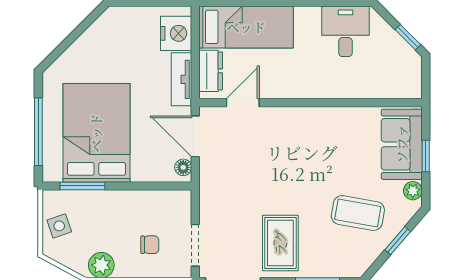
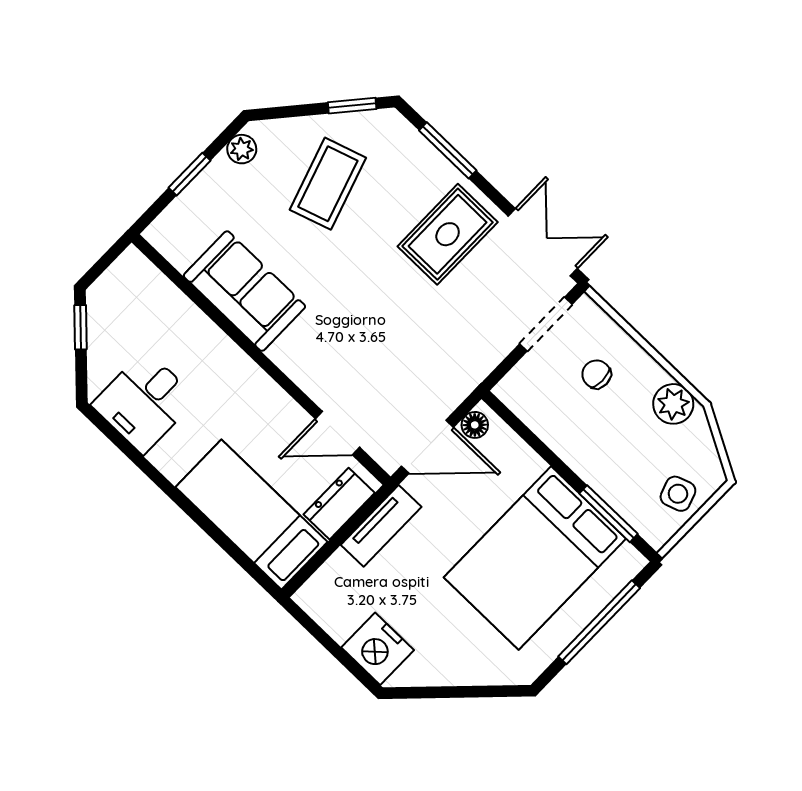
nightstand: (176, 33) -> (378, 649), moved, turned -90
door: (195, 136) -> (427, 447), hinge flipped
sofa: (402, 144) -> (244, 291), moved, turned -90
coffee table: (358, 213) -> (328, 184), turned 62
window: (398, 241) -> (352, 106), moved

